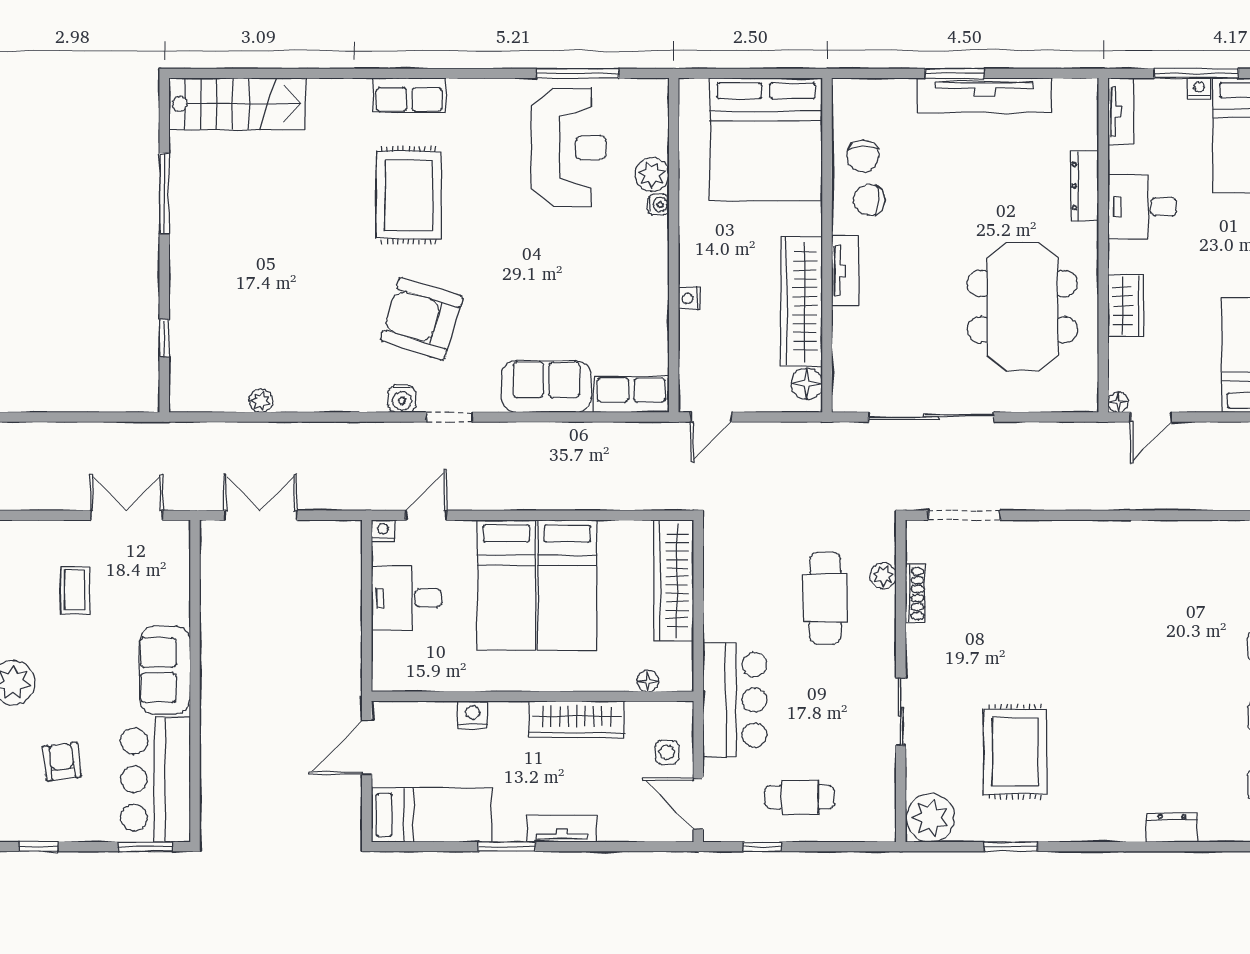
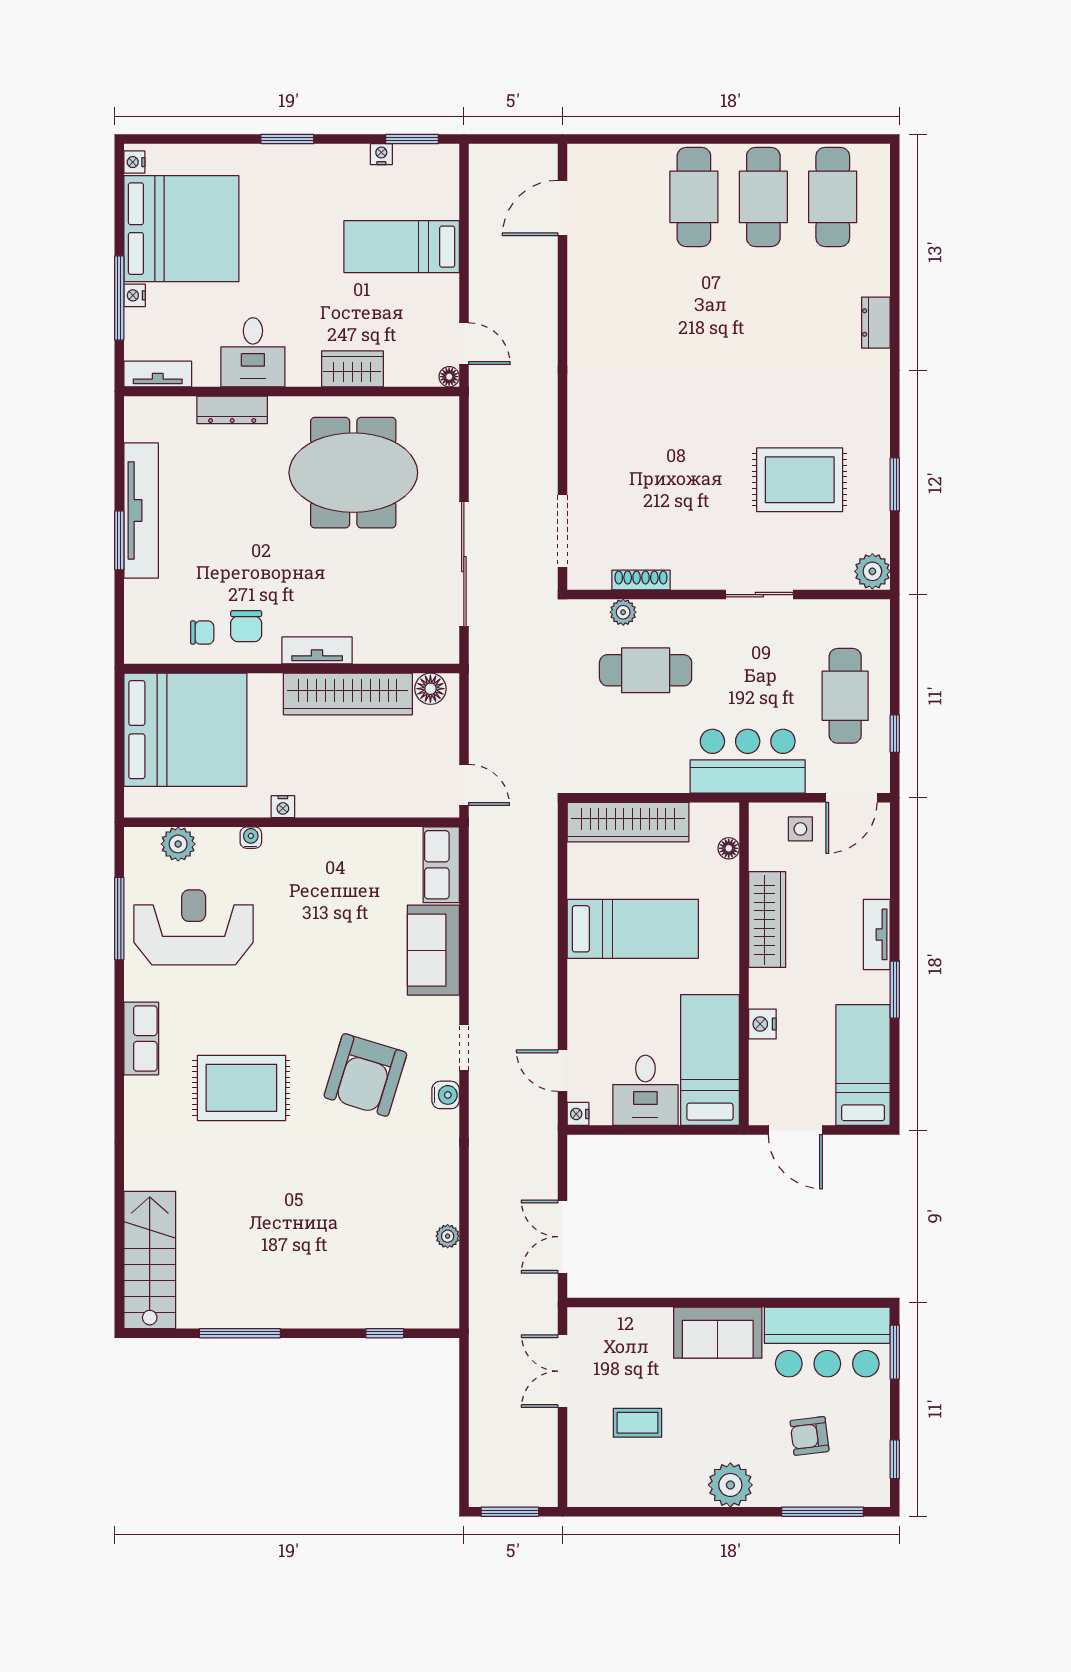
row of seats: (409, 95) -> (141, 1038), moved
chair: (863, 156) -> (202, 633), width x0.73, depth x0.73
plant: (652, 174) -> (178, 844), moved
nightstand: (689, 298) -> (283, 807), moved
bed: (506, 585) -> (710, 1060), moved, turned -90
cafe table: (800, 797) -> (845, 696), width x1.37, depth x1.35
plant: (930, 818) -> (872, 571), width x0.73, depth x0.73

